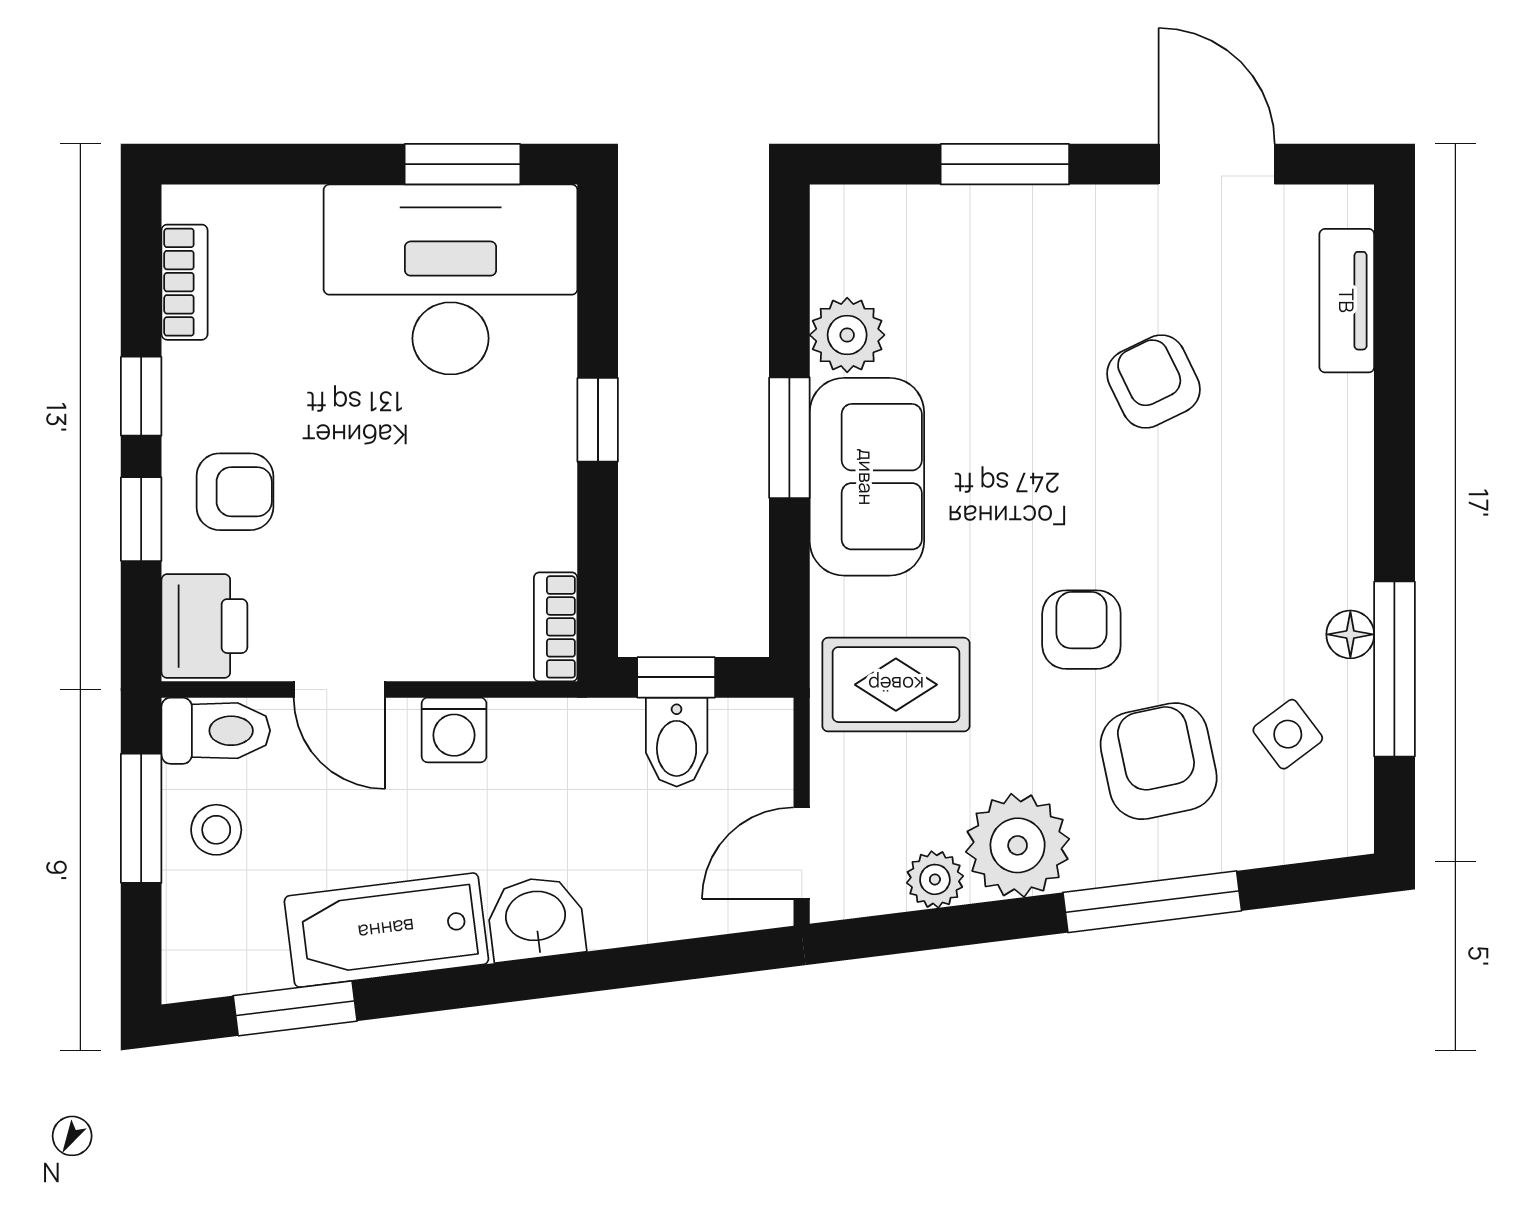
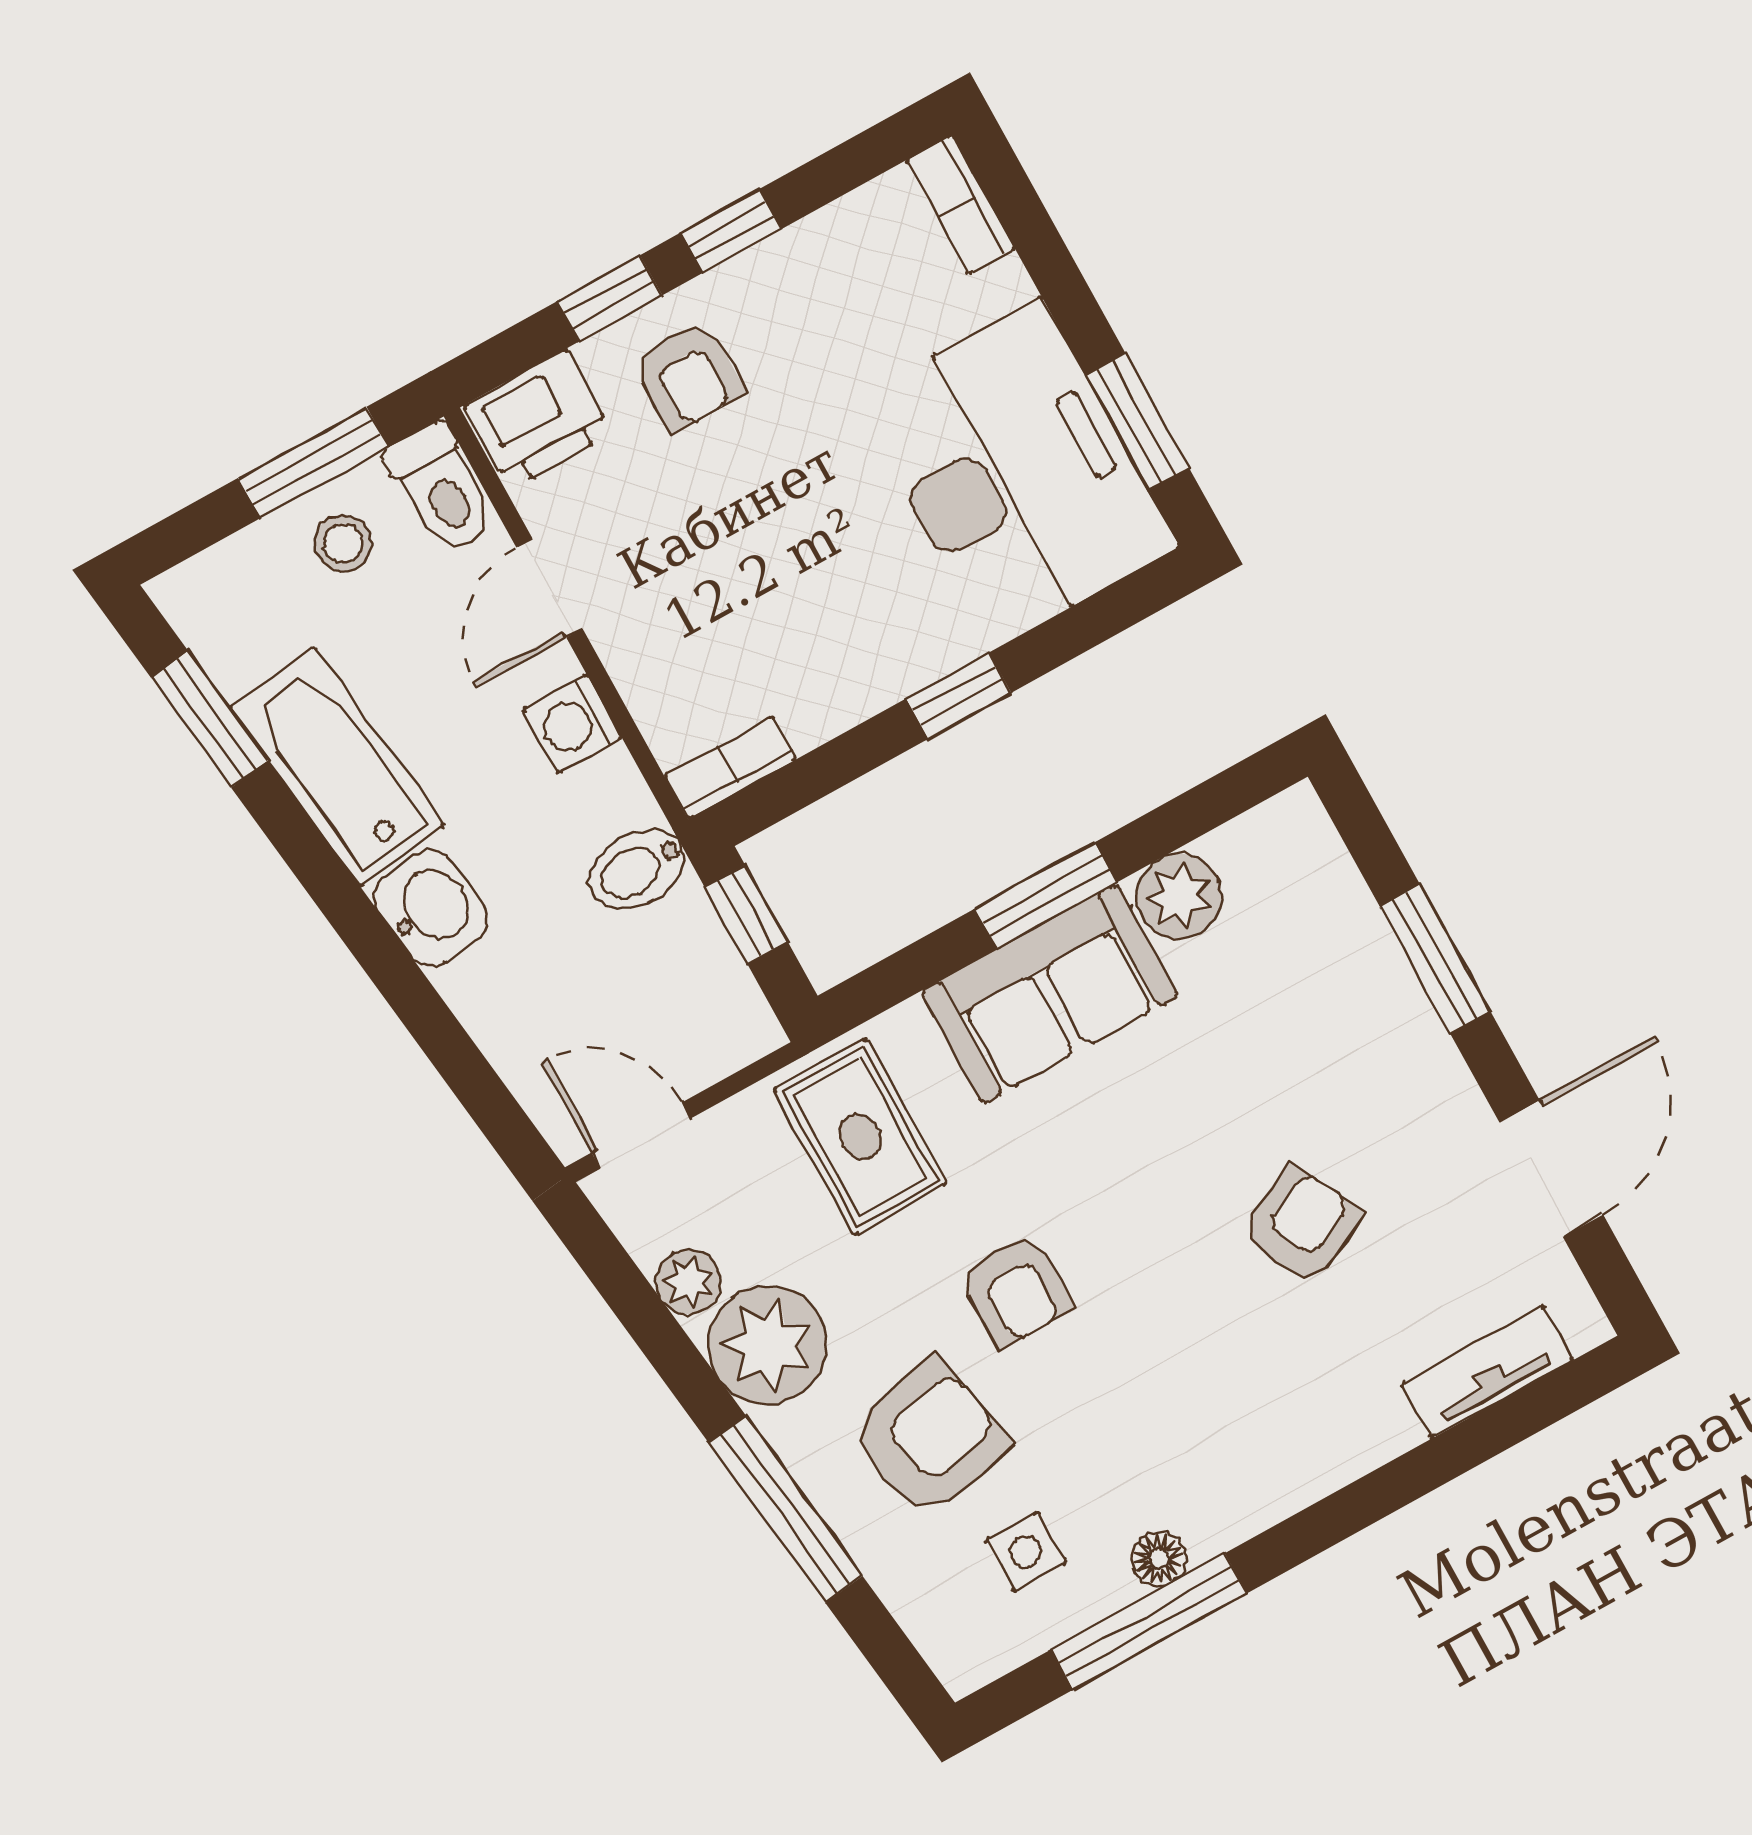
bookcase: (185, 282) -> (961, 204), moved, turned 90
armchair: (1081, 630) -> (1016, 1290), turned 90
side table: (1288, 734) -> (1026, 1552), turned 37
bidet: (677, 742) -> (637, 869), moved

